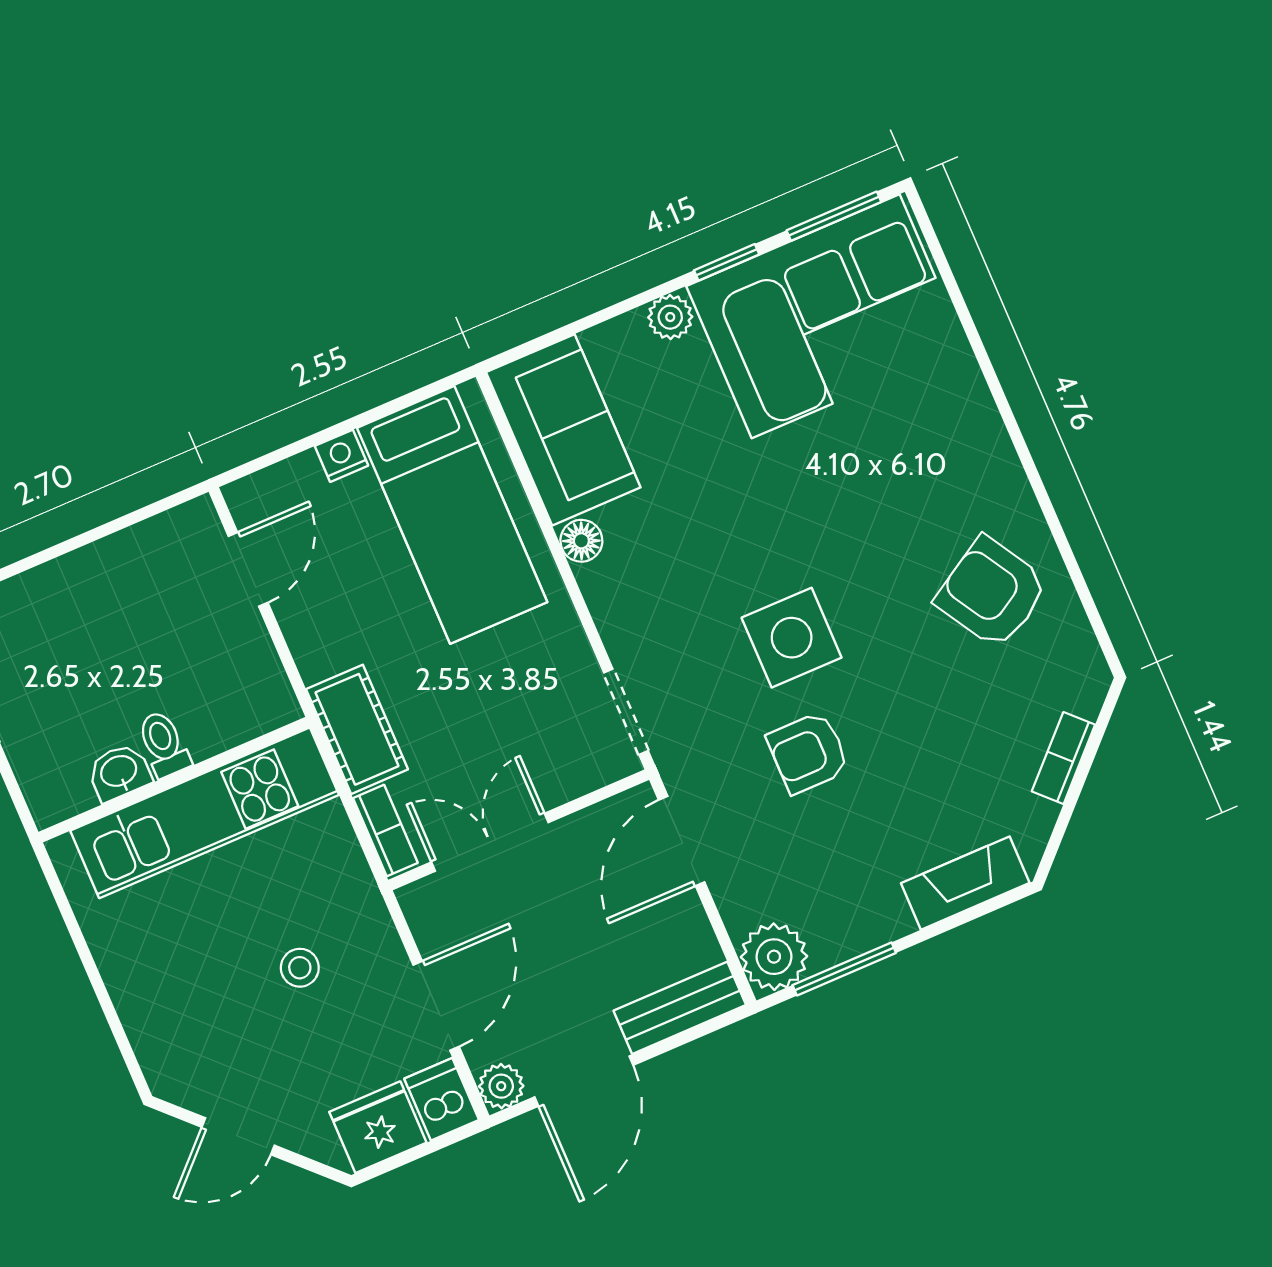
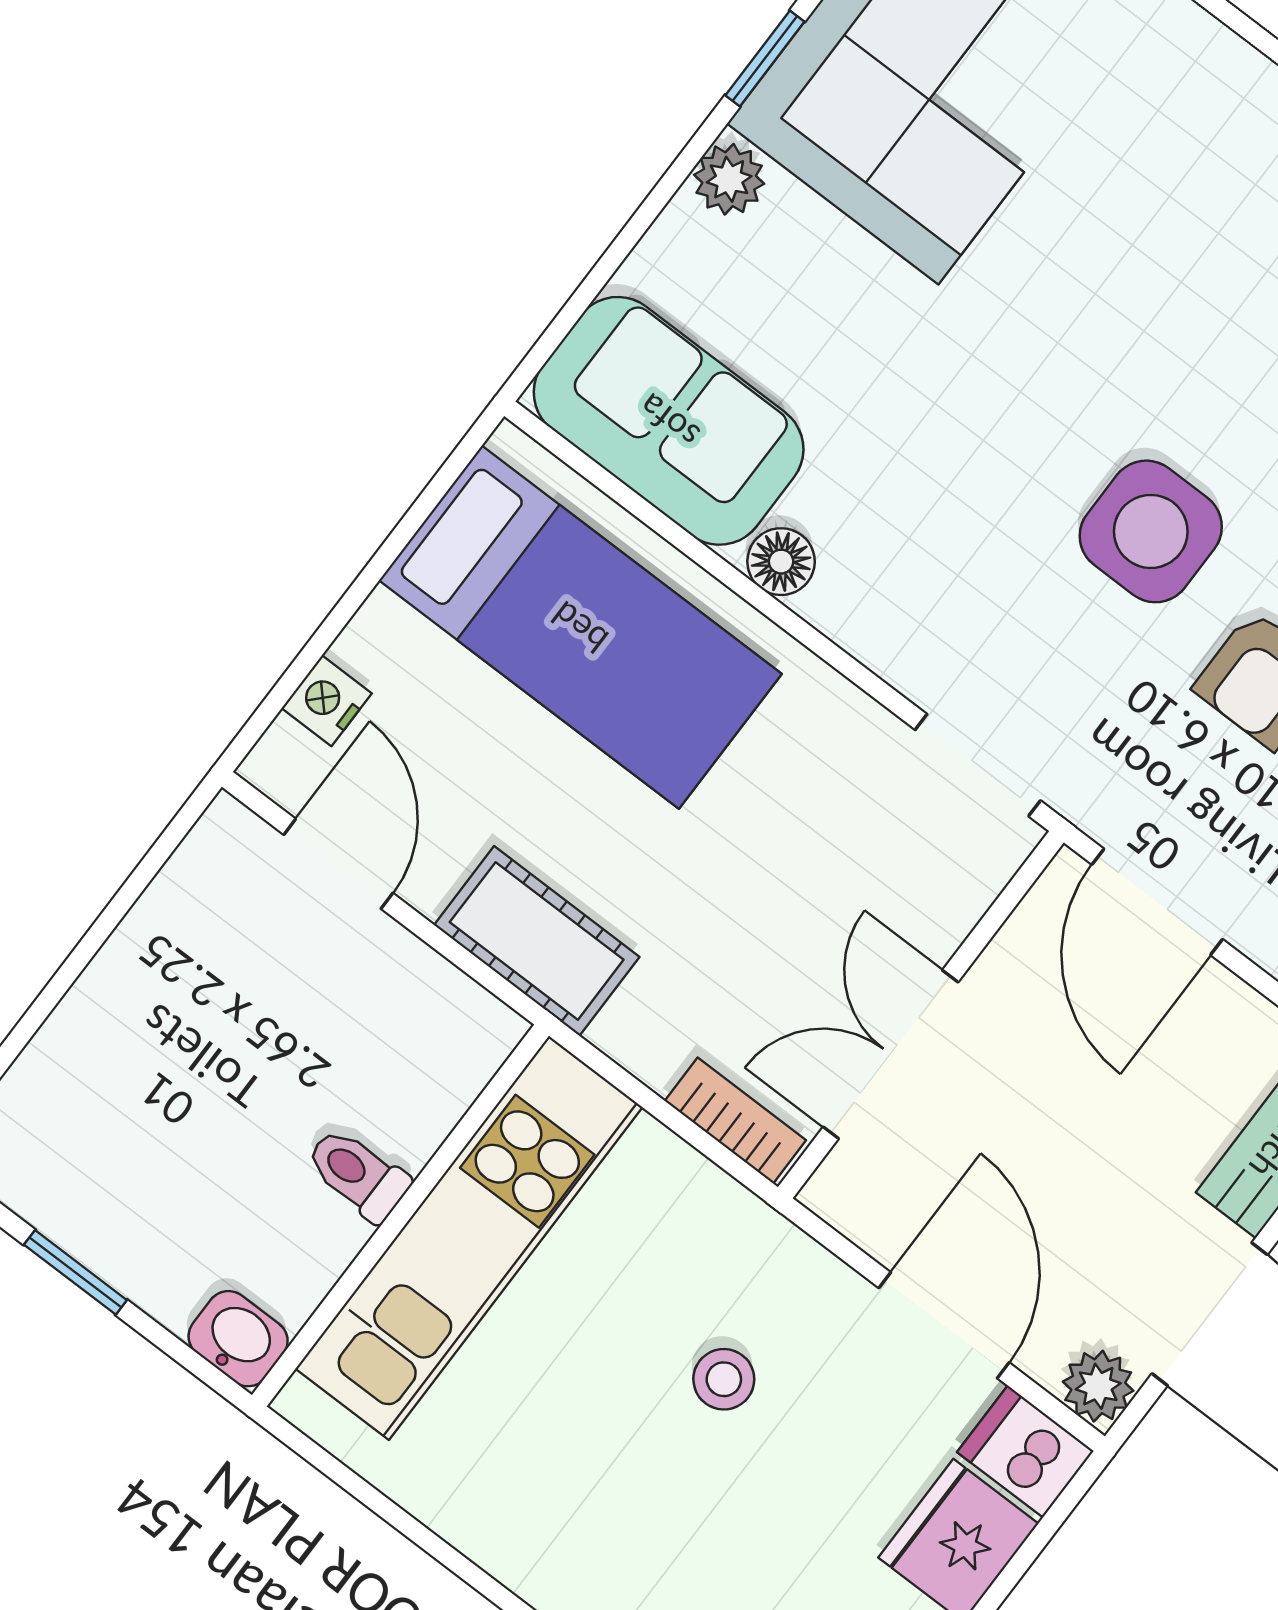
nightstand: (341, 456) -> (327, 701), moved
cot: (357, 729) -> (537, 941), moved
washbasin: (119, 772) -> (238, 1339), moved, turned 90

